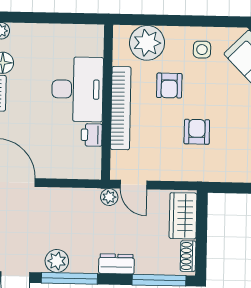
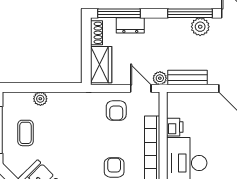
armchair: (197, 132) -> (116, 111), moved
bench: (74, 197) -> (188, 77), added
dresser: (116, 264) -> (130, 25), moved

